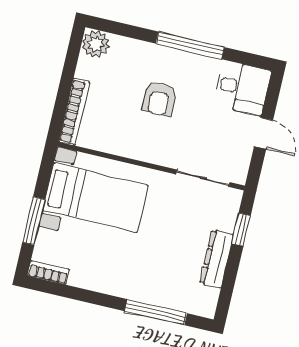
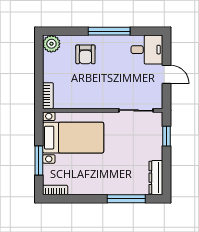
armchair: (159, 99) -> (85, 54), moved
bookcase: (74, 112) -> (48, 96), width x0.64
dresser: (217, 259) -> (156, 178), moved

